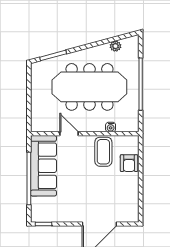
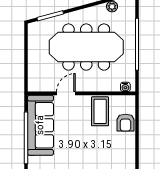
water cooler: (111, 127) -> (125, 87), moved
door: (69, 134) -> (66, 93), hinge flipped

